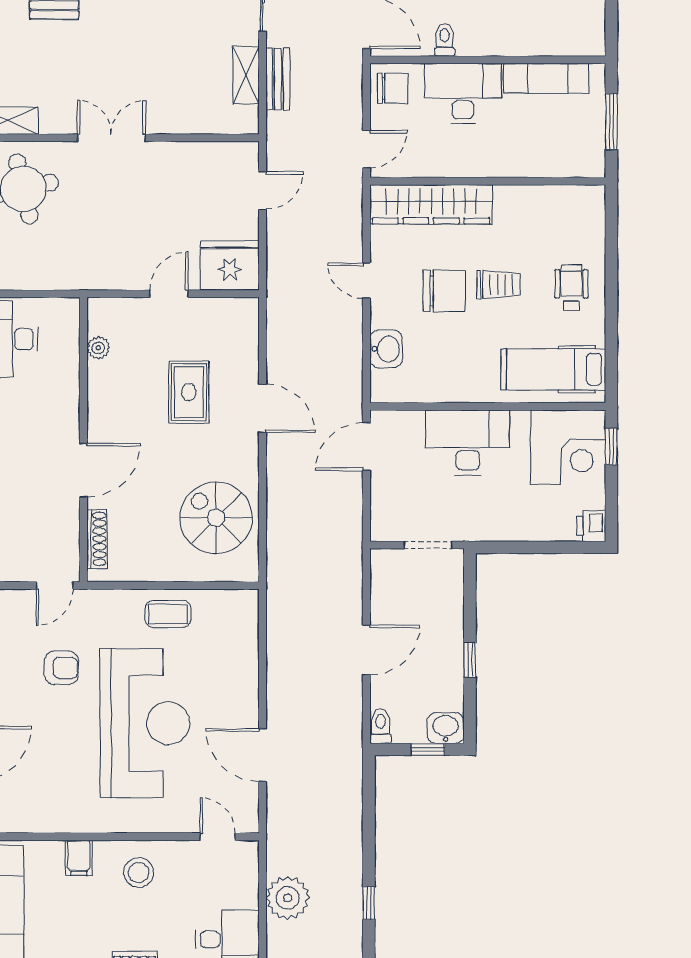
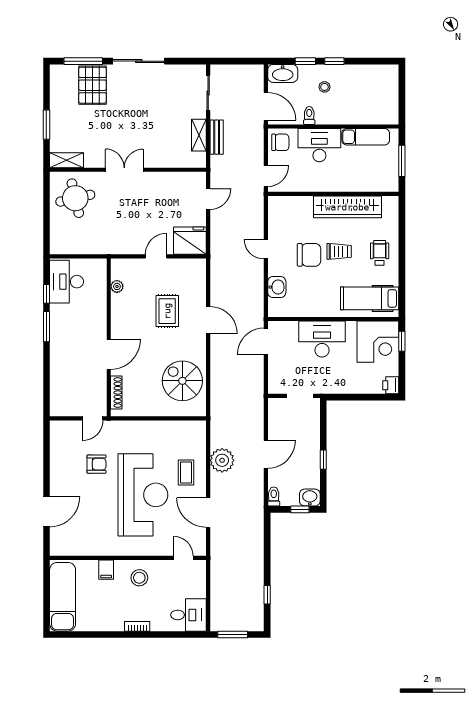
wardrobe: (431, 204) -> (347, 207), moved
coffee table: (168, 614) -> (186, 472), moved, turned 90
plant: (288, 898) -> (222, 460), moved

